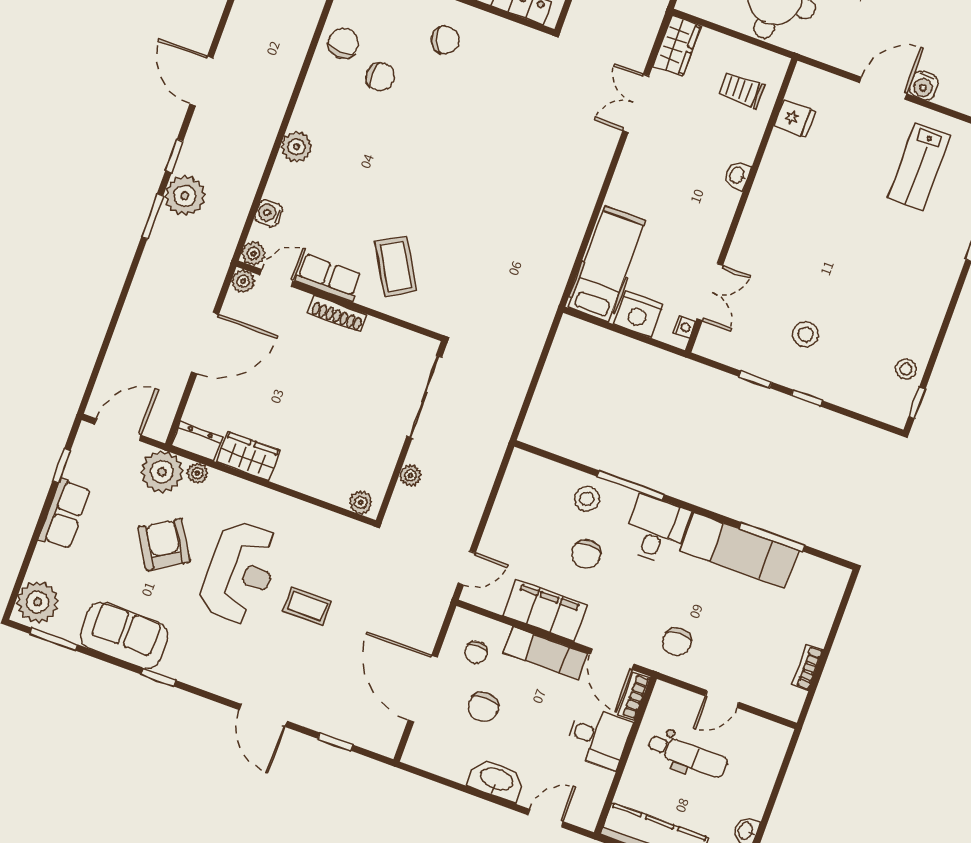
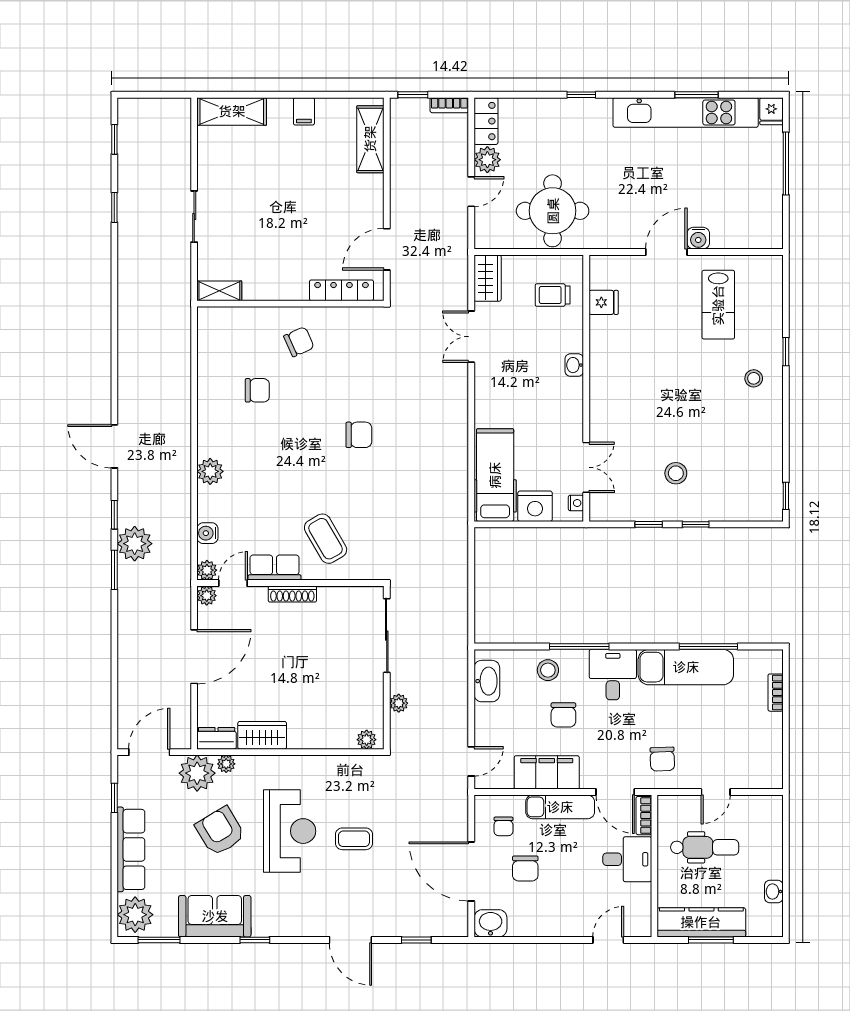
chair: (343, 43) -> (359, 435), moved, turned 87
stool: (906, 369) -> (754, 378), moved
washbasin: (516, 486) -> (487, 681), added
row of seats: (64, 514) -> (131, 849), width x1.48
bookcase: (808, 667) -> (776, 693), moved
washbasin: (496, 780) -> (491, 923), moved, width x0.72

